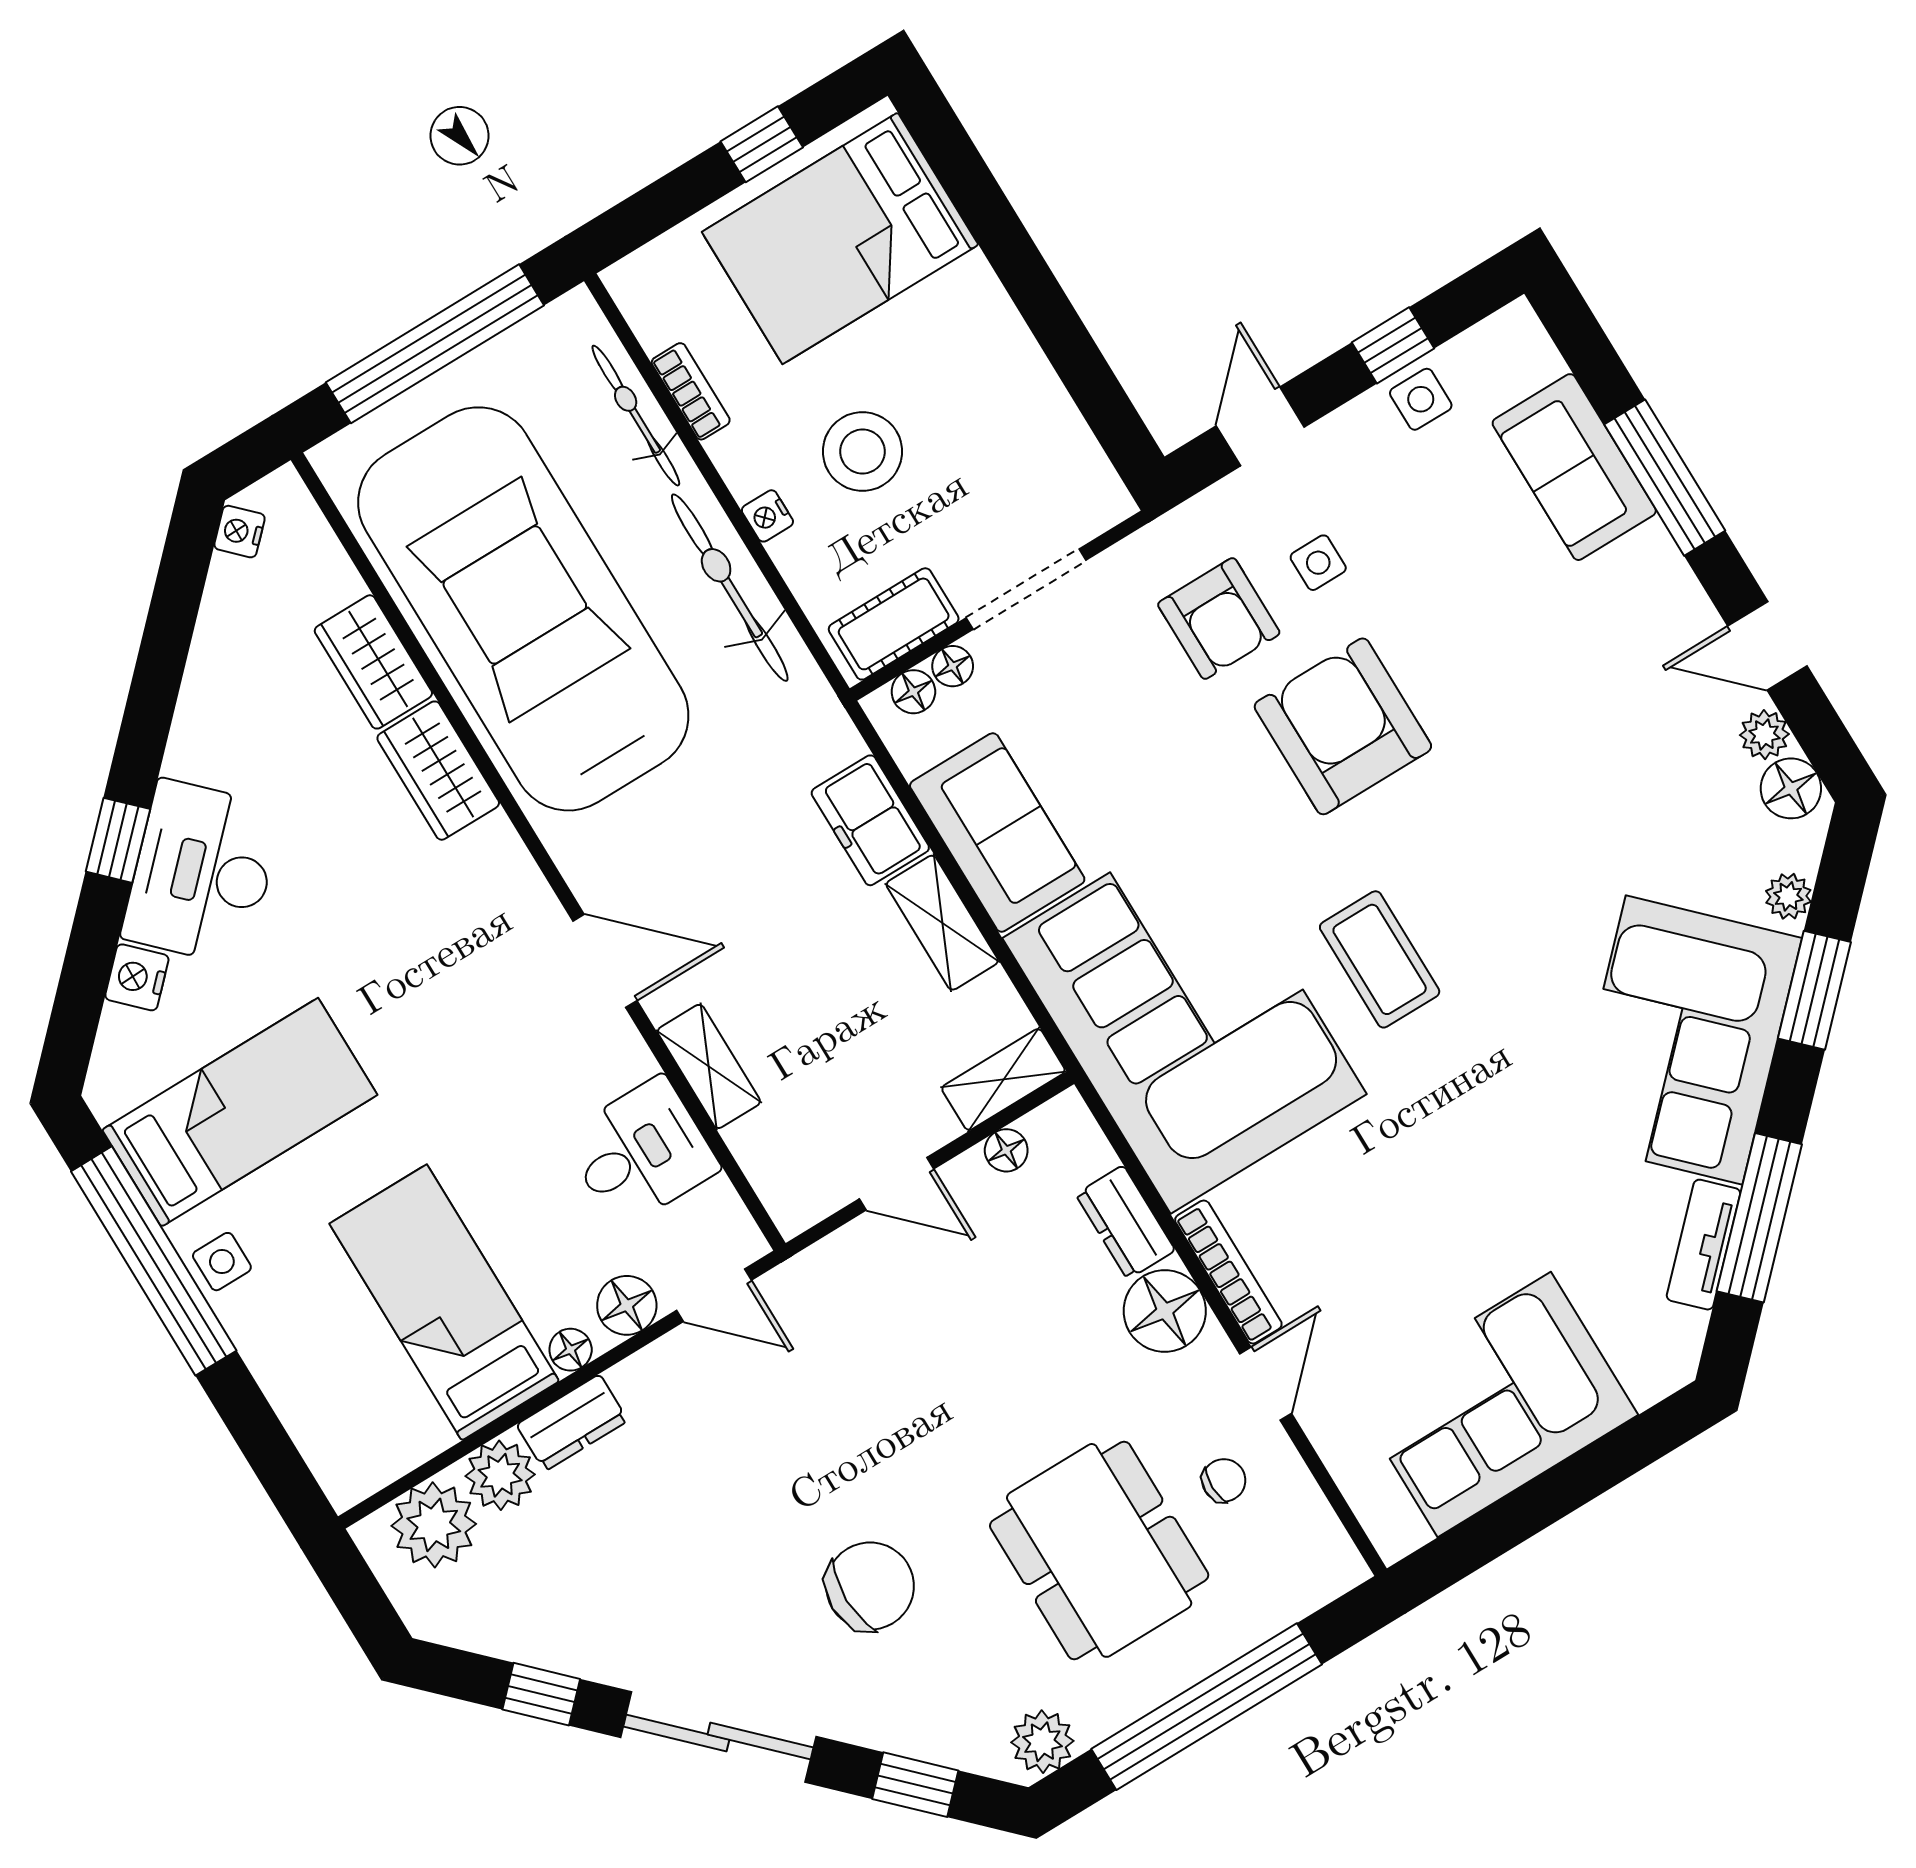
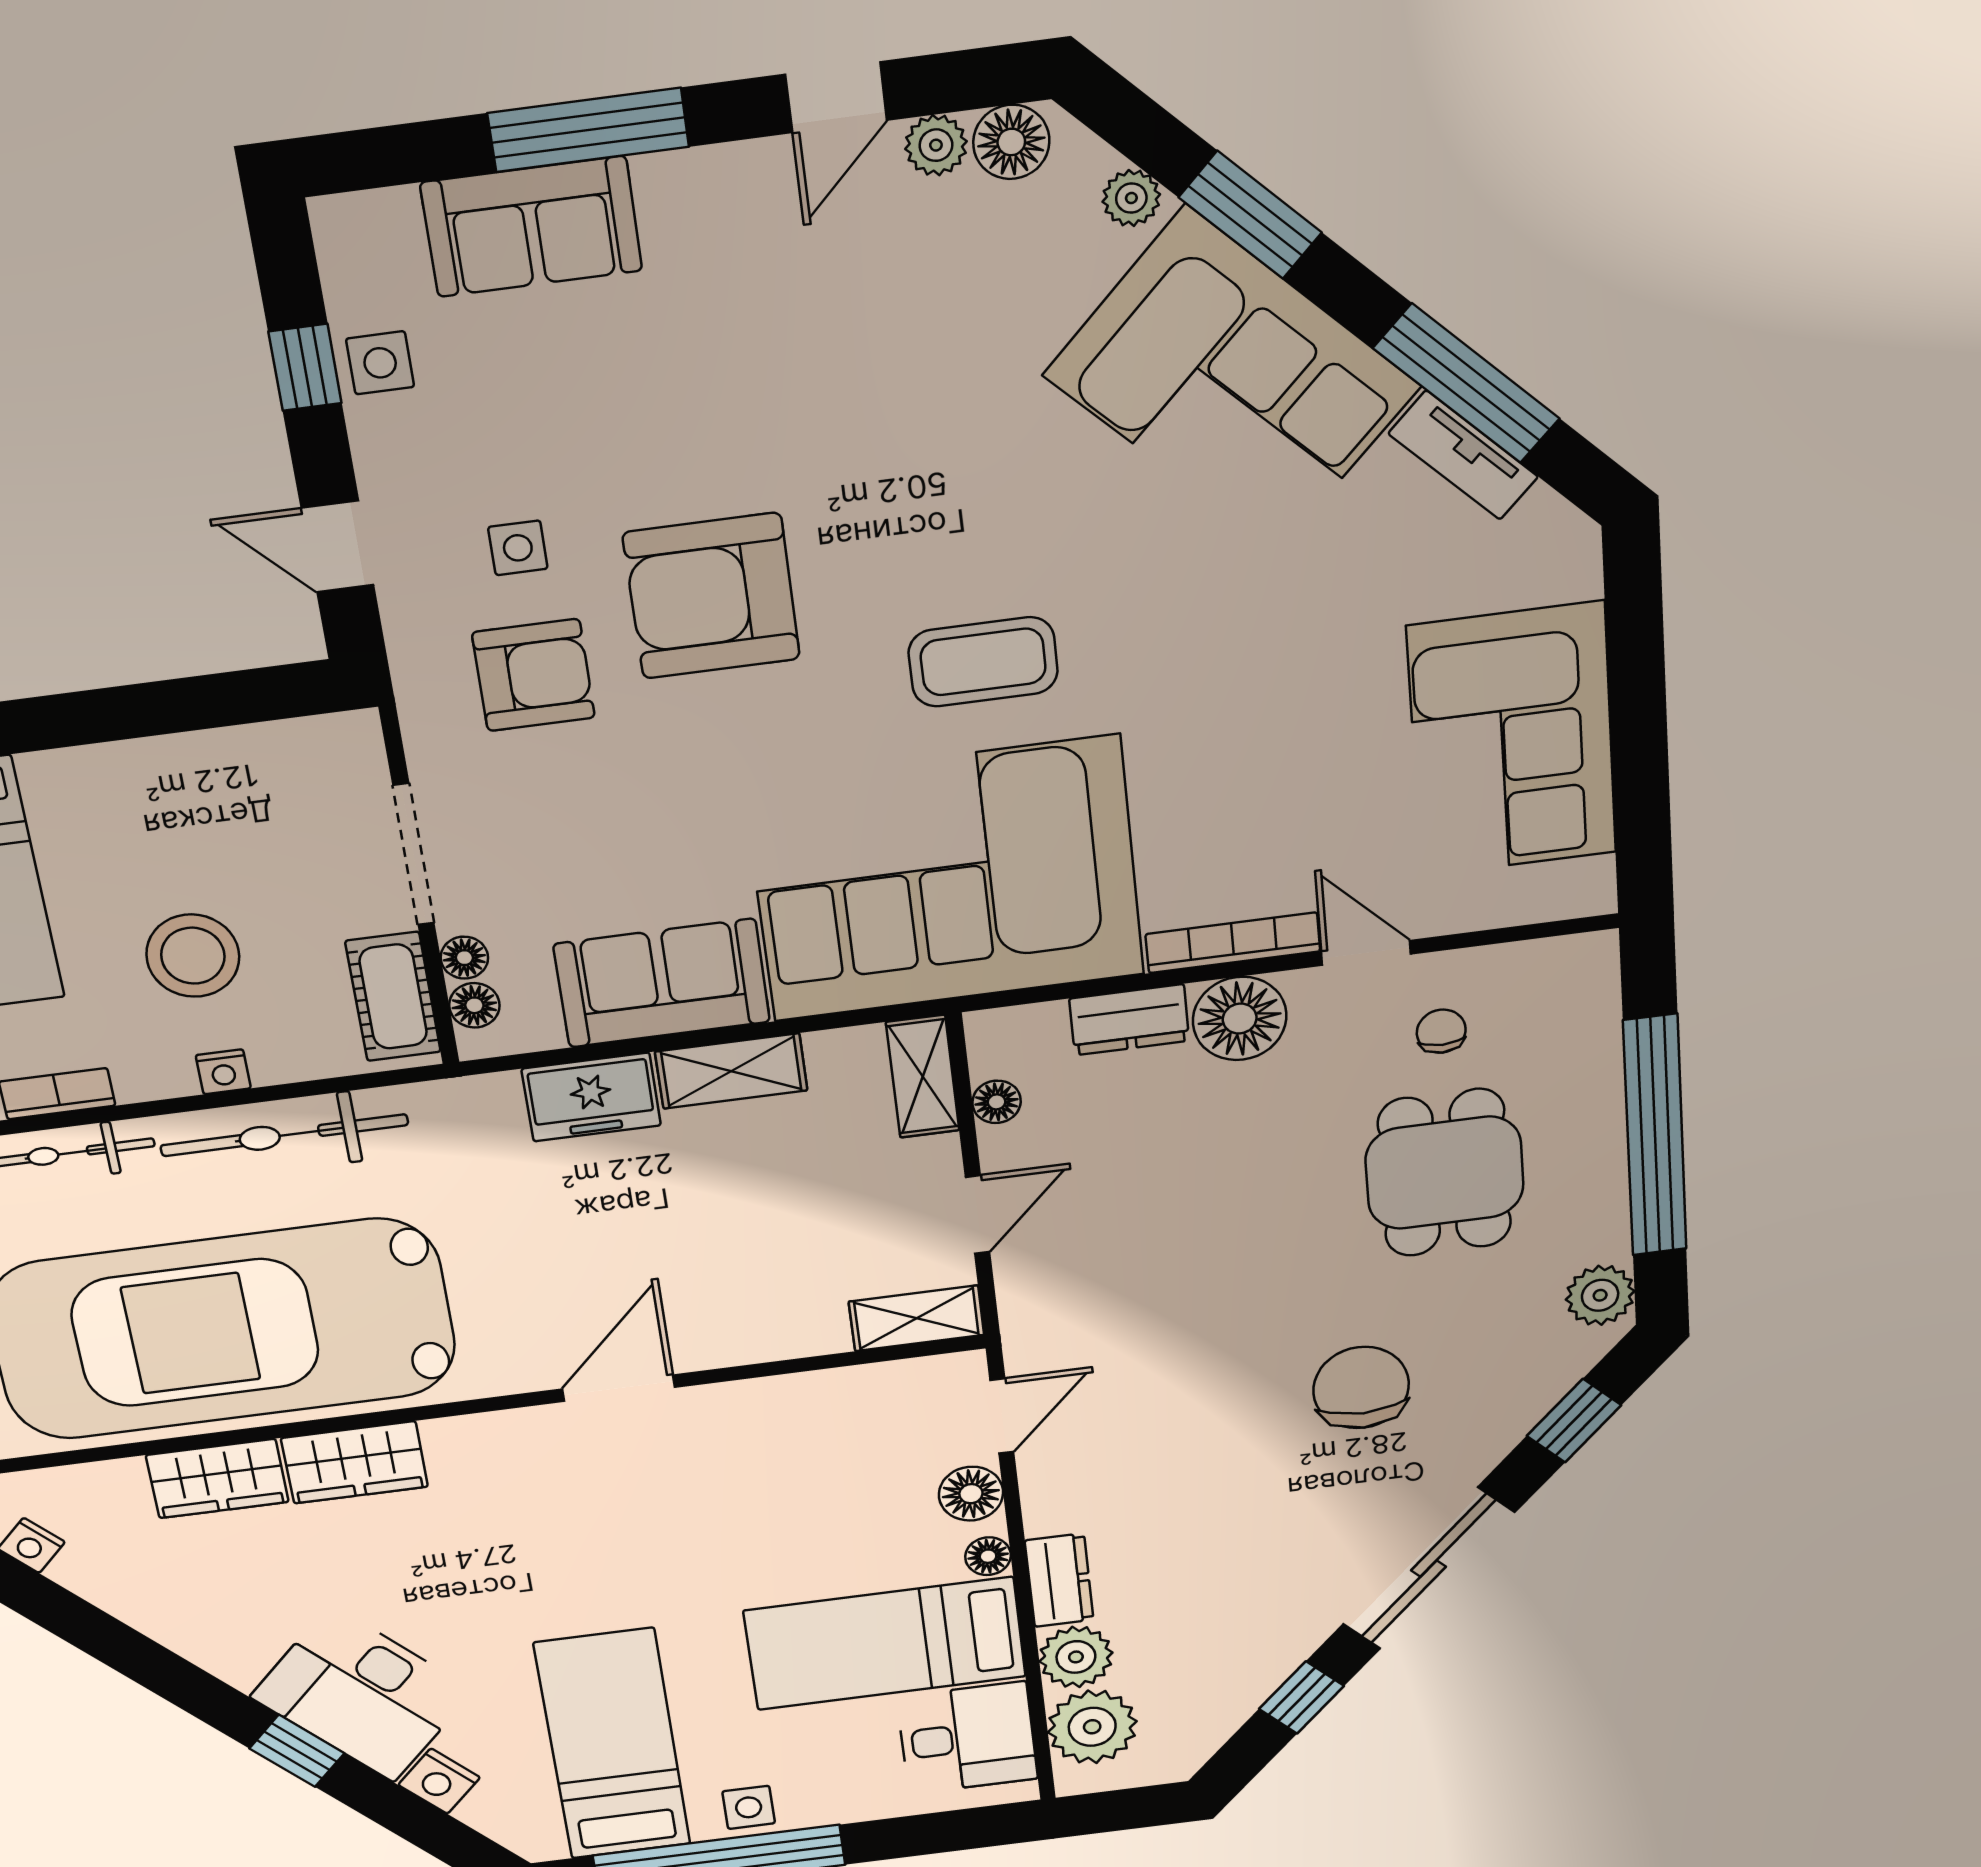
shelving: (709, 1066) -> (916, 1318), moved
desk: (641, 1152) -> (967, 1738), moved, turned 90
dining table: (1099, 1550) -> (1445, 1173), width x0.73

